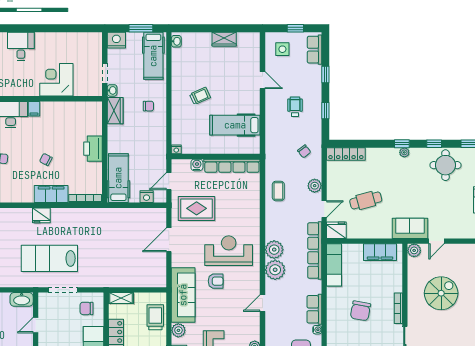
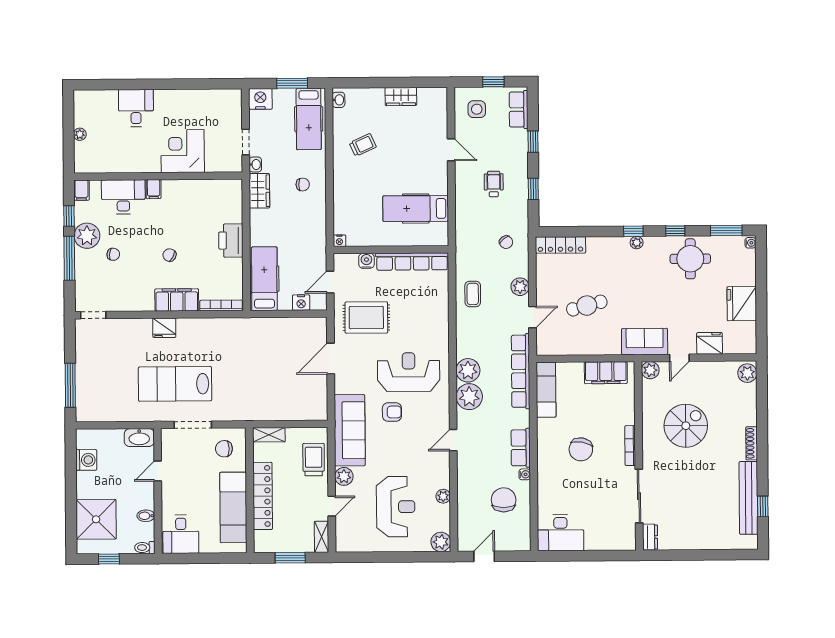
trolley: (200, 96) -> (363, 145), moved
fridge: (336, 230) -> (710, 343), moved

